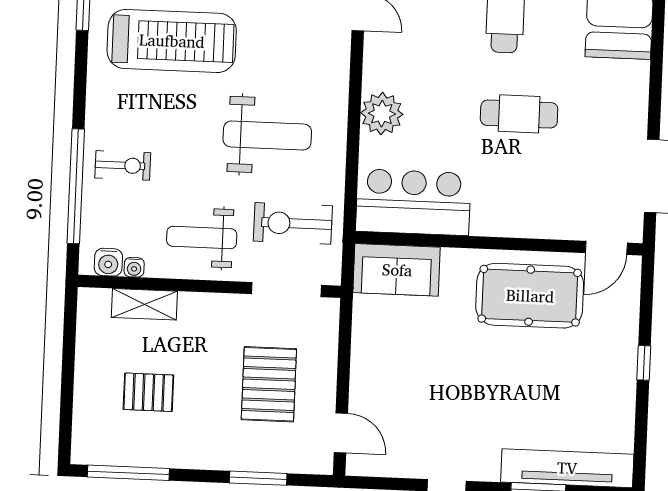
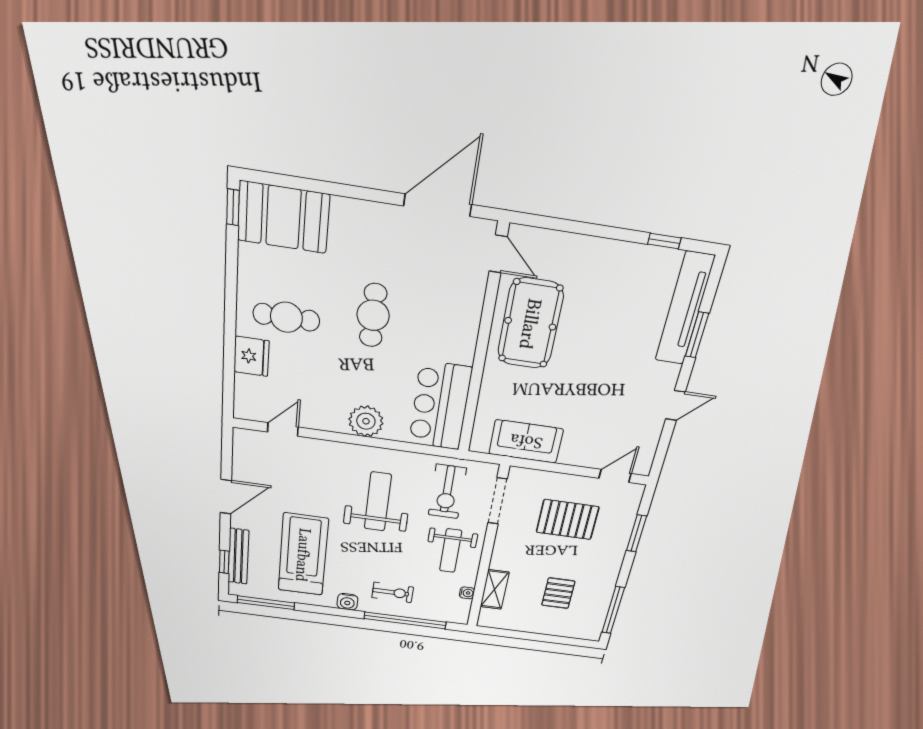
exercise bike: (123, 165) -> (393, 592), turned 90
water cooler: (108, 262) -> (347, 602), moved, turned 90
sofa: (397, 270) -> (526, 441), moved, turned -90
window: (644, 363) -> (664, 241), moved

